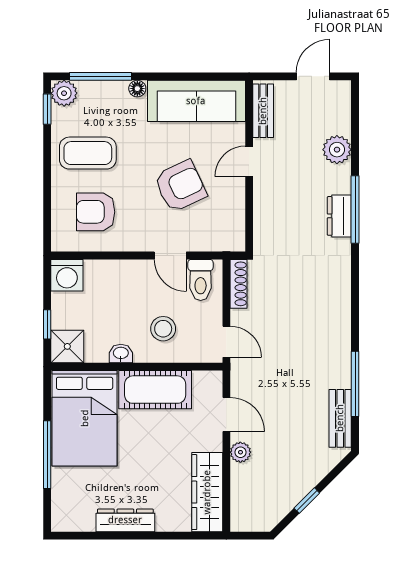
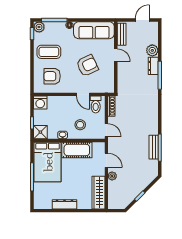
door: (249, 161) -> (116, 55), swing flipped
dresser: (339, 216) -> (153, 66), moved
bench: (340, 418) -> (154, 147), moved

